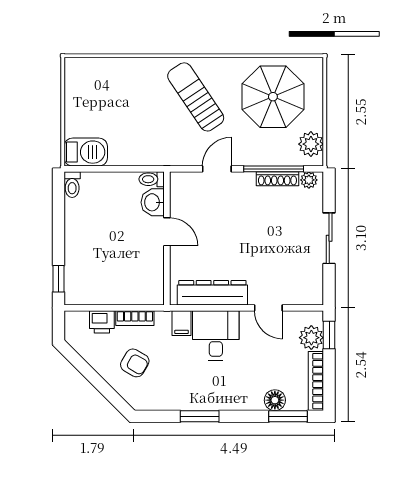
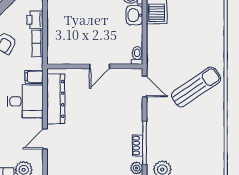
parasol: (273, 97) -> (196, 142), removed
door: (217, 169) -> (145, 87), moved
shoe rack: (277, 179) -> (137, 146), width x0.70
washbasin: (153, 202) -> (134, 15), moved, turned -90

